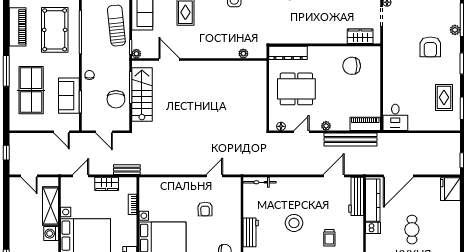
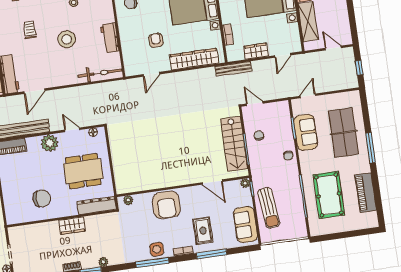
wardrobe: (360, 36) -> (72, 226), moved
armchair: (218, 43) -> (166, 205), added
plant: (243, 54) -> (128, 200), moved
chair: (352, 66) -> (42, 198), moved
chair: (116, 99) -> (259, 135), width x0.54, depth x0.54
plant: (326, 126) -> (50, 143), width x1.88, depth x1.88
door: (61, 132) -> (308, 96), hinge flipped
door: (104, 132) -> (255, 104), moved
door: (301, 132) -> (72, 130), swing flipped
bench: (127, 170) -> (233, 69), width x1.36
bicycle: (260, 182) -> (100, 73), width x1.37, depth x1.40
wardrobe: (170, 185) -> (194, 59), added
workbench: (251, 232) -> (110, 38), moved

